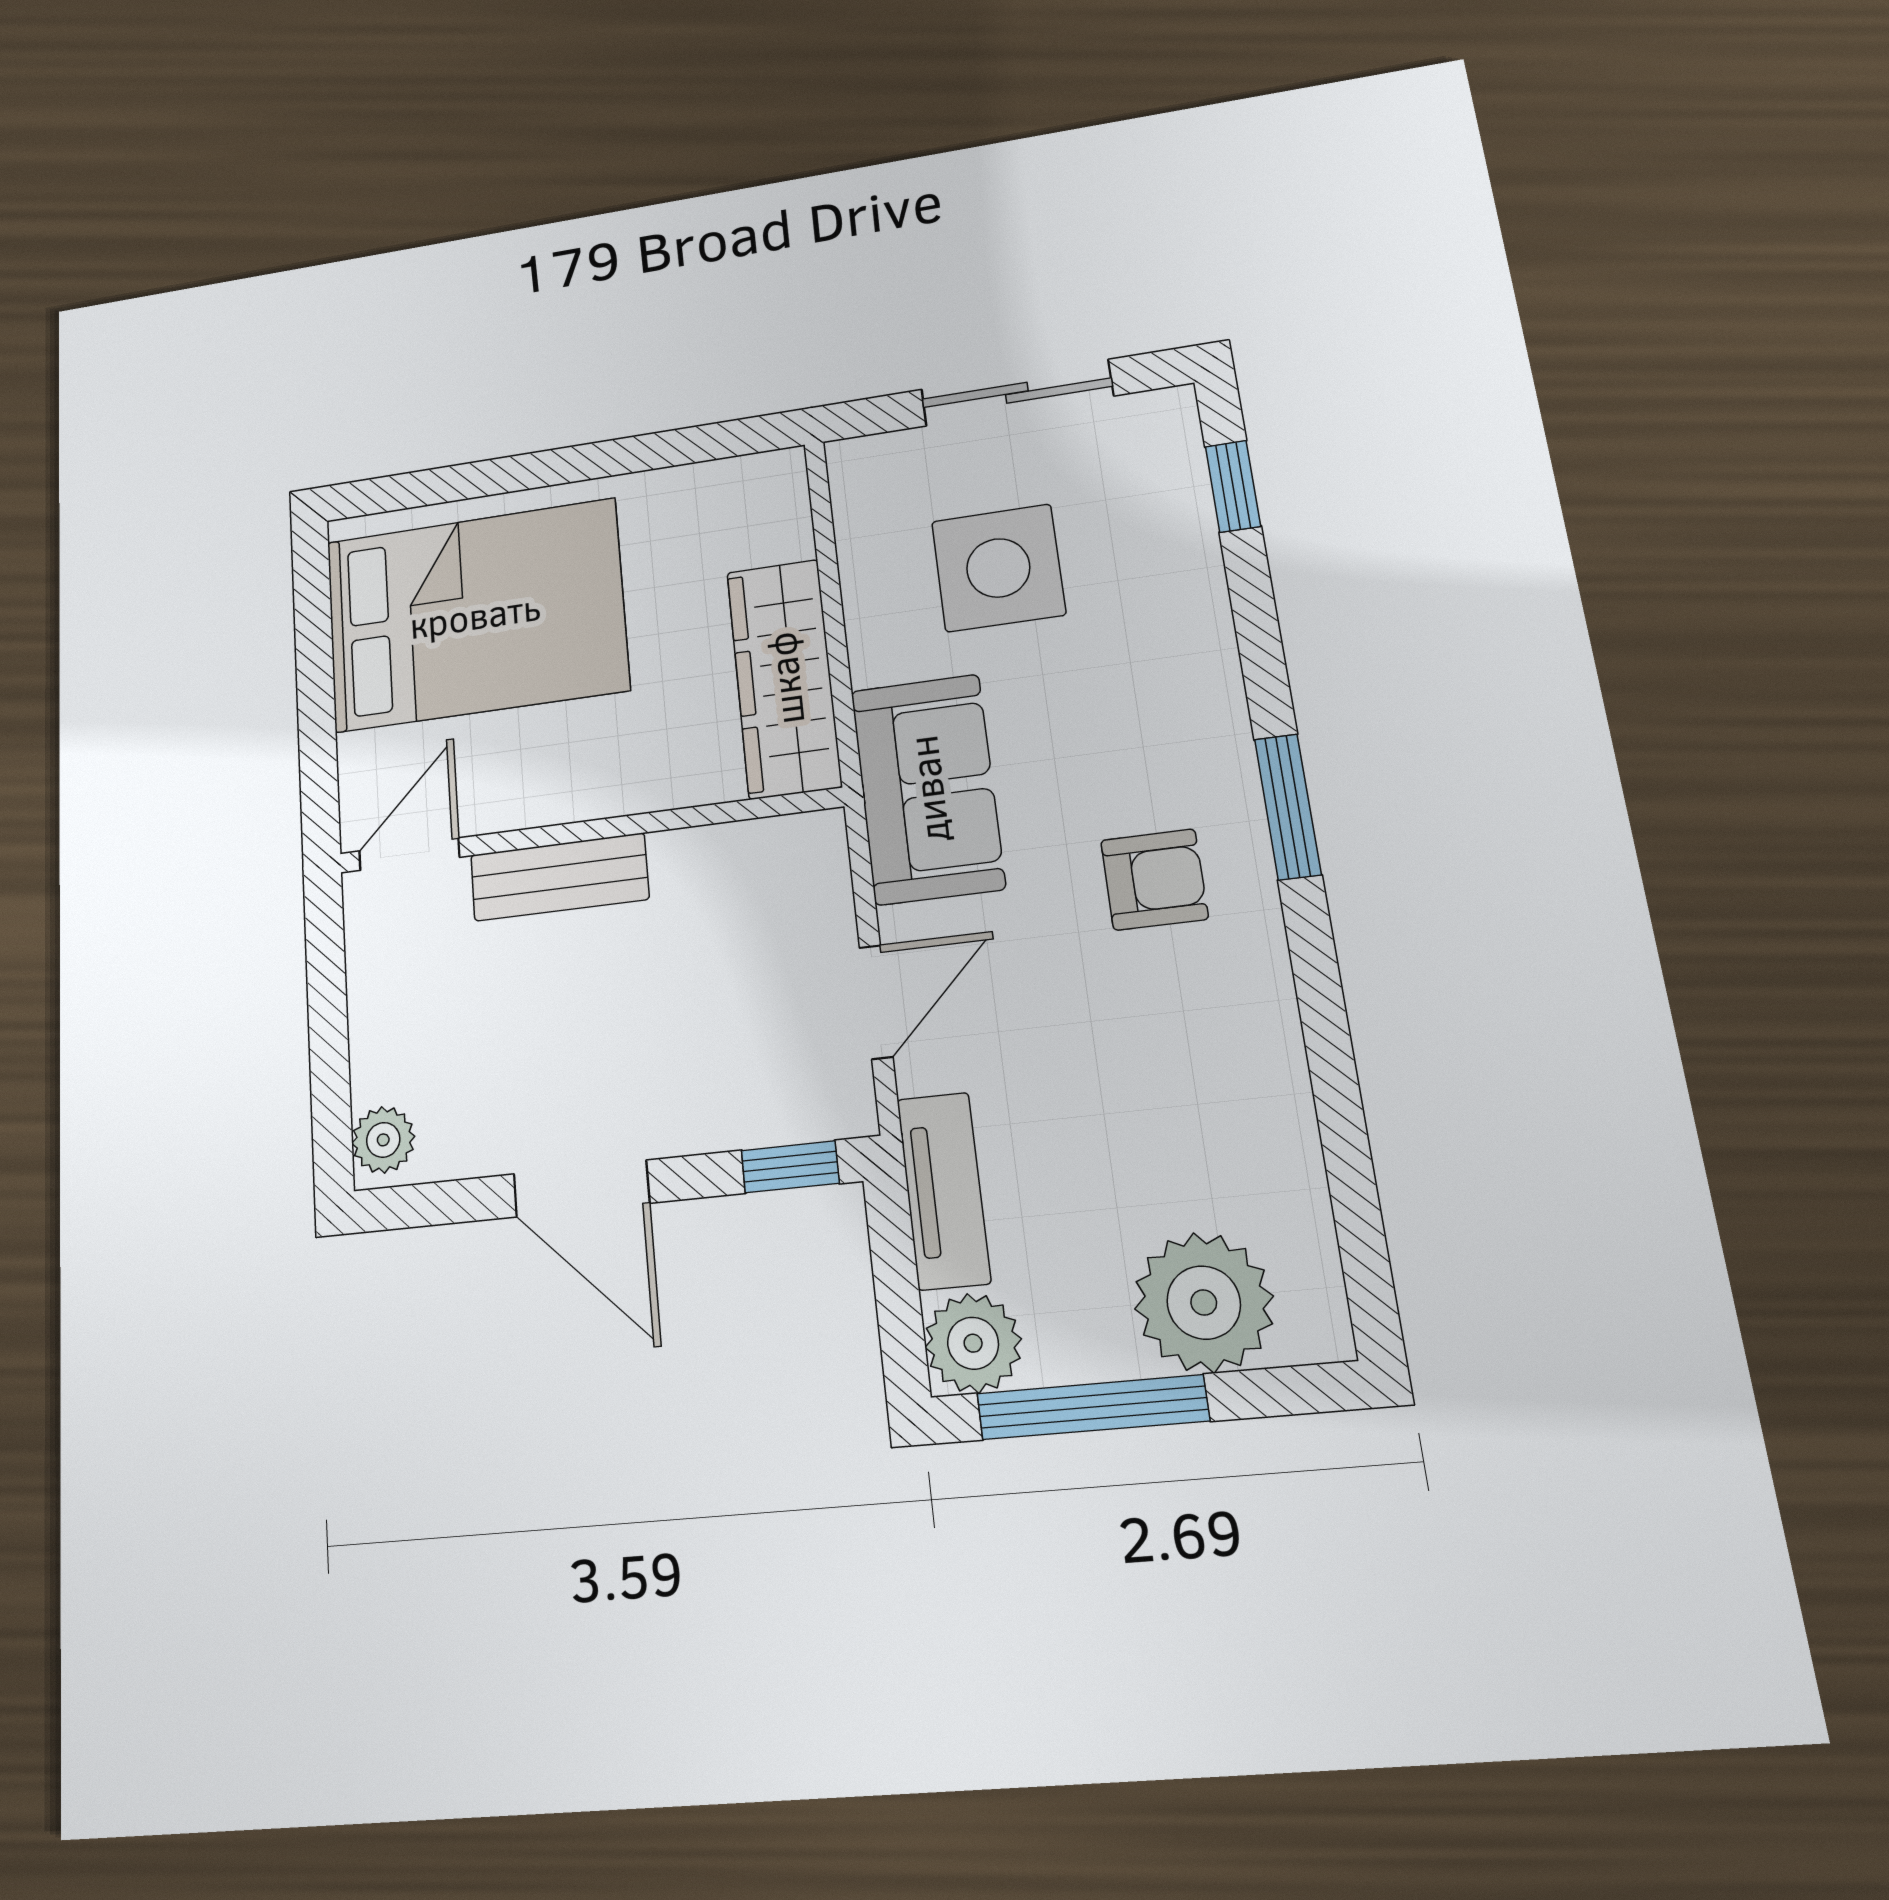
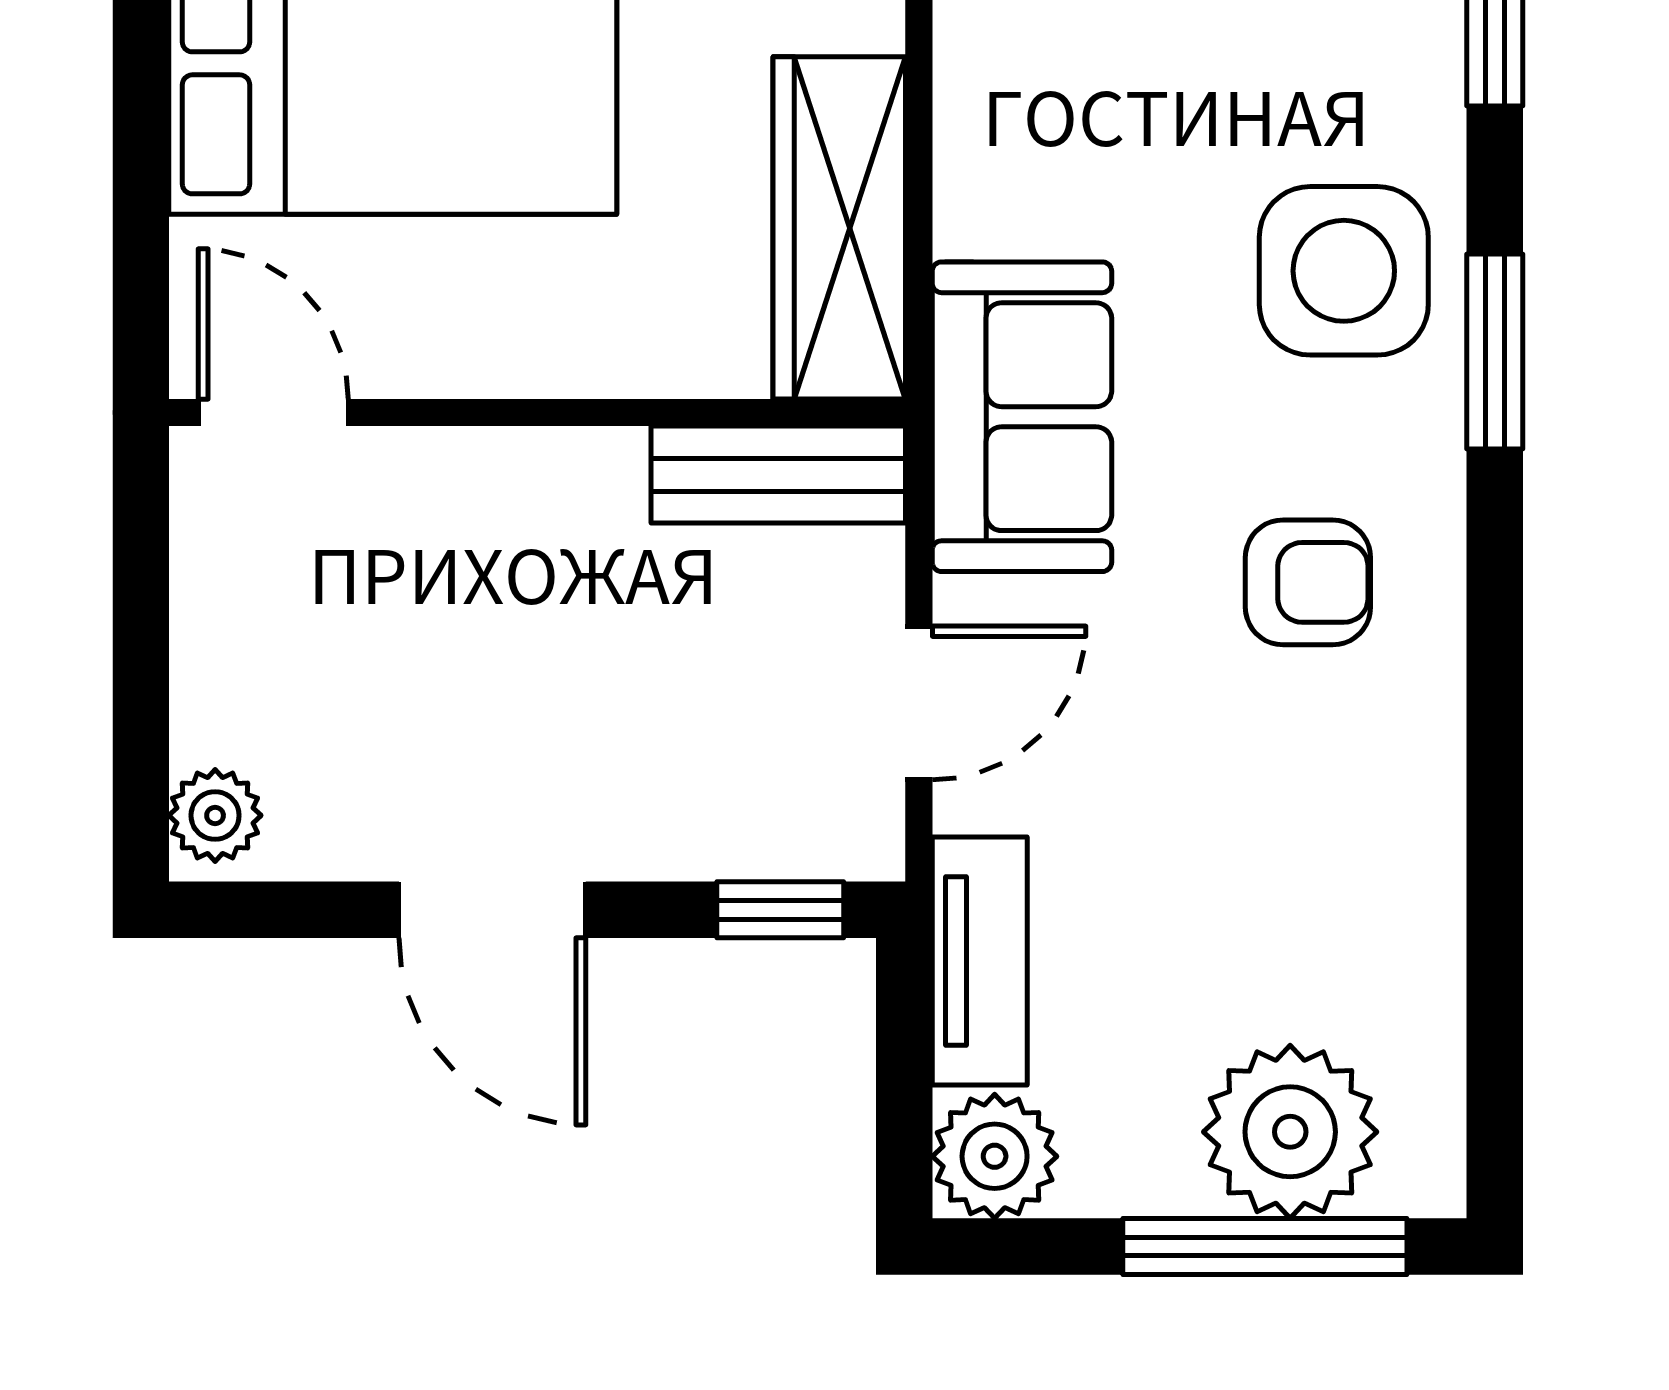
side table: (998, 568) -> (1344, 271), moved
window: (1288, 807) -> (1495, 351), moved
door: (409, 854) -> (273, 413), hinge flipped
bench: (559, 877) -> (778, 475), moved
window: (1092, 1407) -> (1265, 1247), moved

